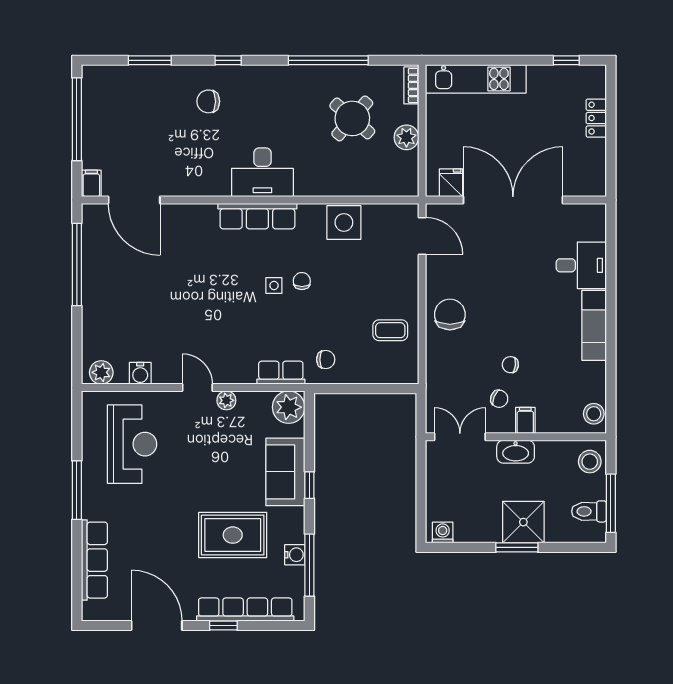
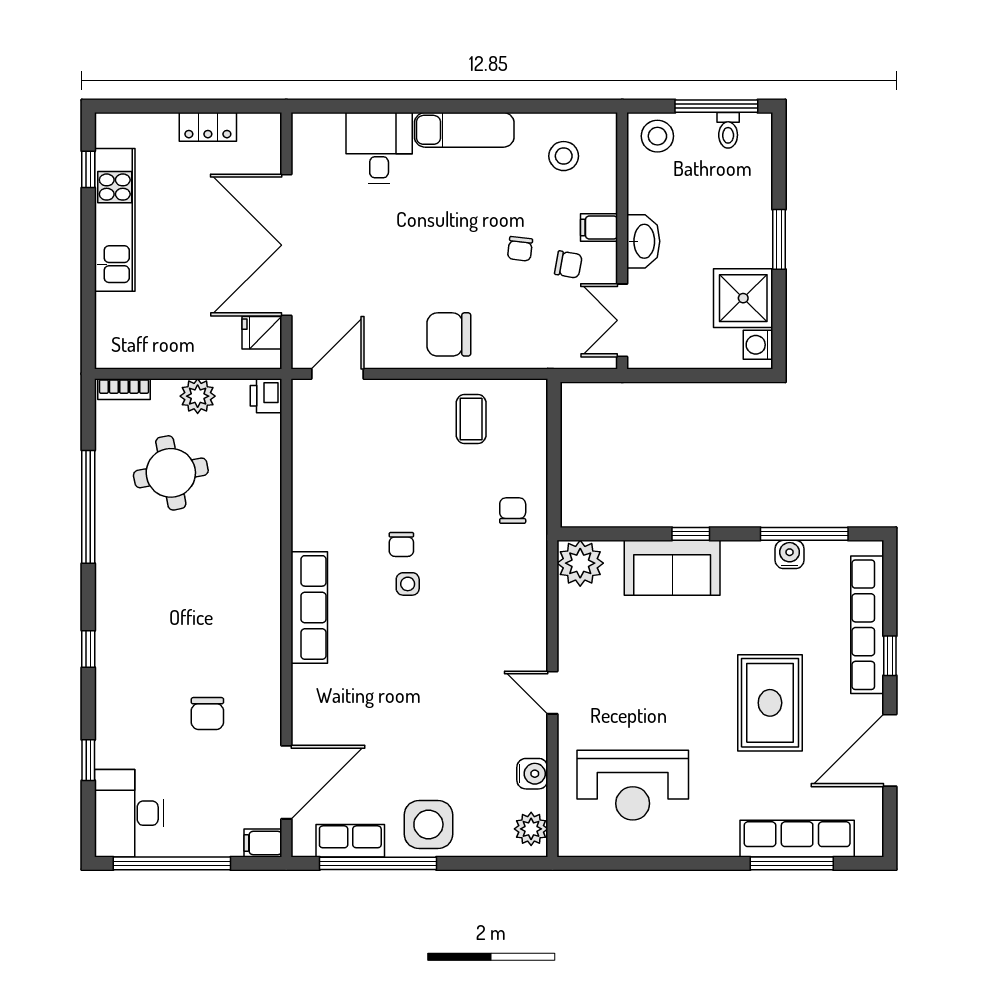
window: (150, 60) -> (88, 760), width x0.67
kitchen unit: (476, 79) -> (115, 220), moved
chair: (208, 101) -> (207, 714), moved
round table: (352, 118) -> (171, 473), turned 38
locker: (596, 118) -> (208, 127), moved
desk: (262, 172) -> (129, 813), moved, turned 180
printer: (407, 186) -> (266, 396), added
side table: (344, 222) -> (428, 824), moved
chair: (302, 281) -> (401, 544), turned -90
row of seats: (281, 373) -> (350, 841), moved, turned 90
door: (197, 388) -> (552, 693), hinge flipped
chair: (499, 399) -> (568, 265), turned 77
plant: (226, 400) -> (571, 651), removed
stool: (594, 414) -> (564, 156), moved
reception desk: (132, 444) -> (633, 785), turned 180
window: (77, 490) -> (792, 863), moved
toilet: (589, 511) -> (728, 130), width x0.73, depth x0.72
shower: (523, 522) -> (743, 298), moved
rug: (233, 535) -> (770, 703), moved

